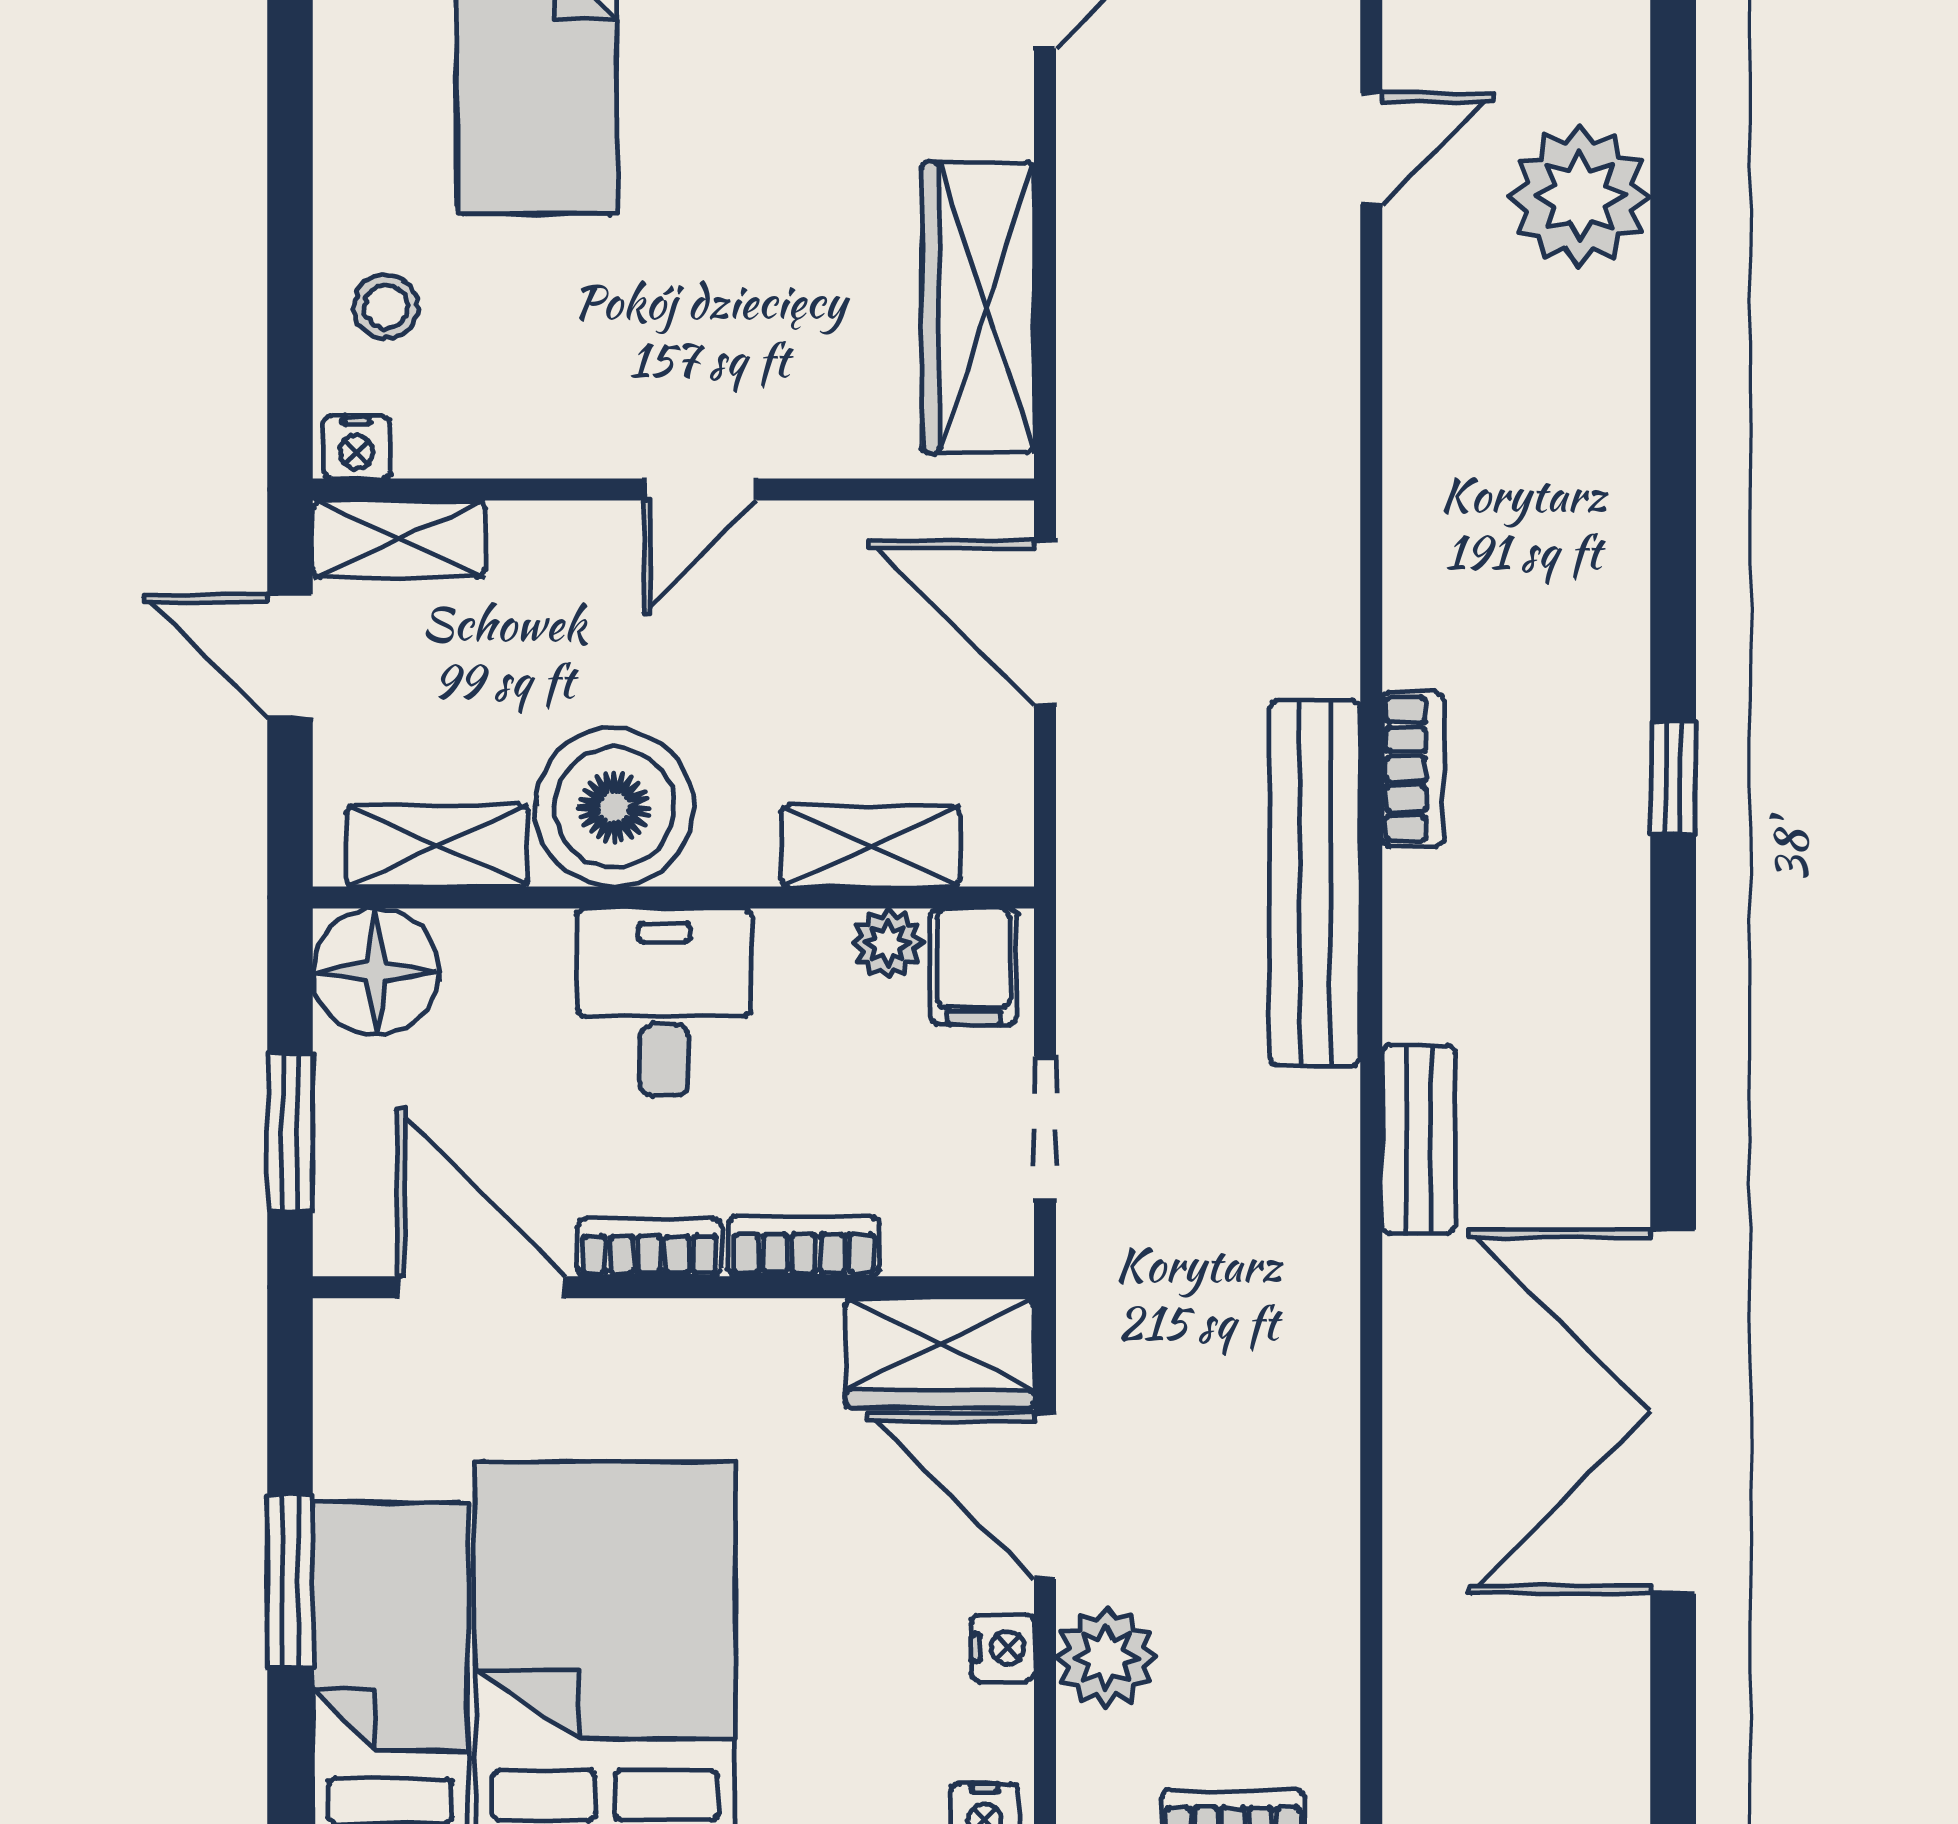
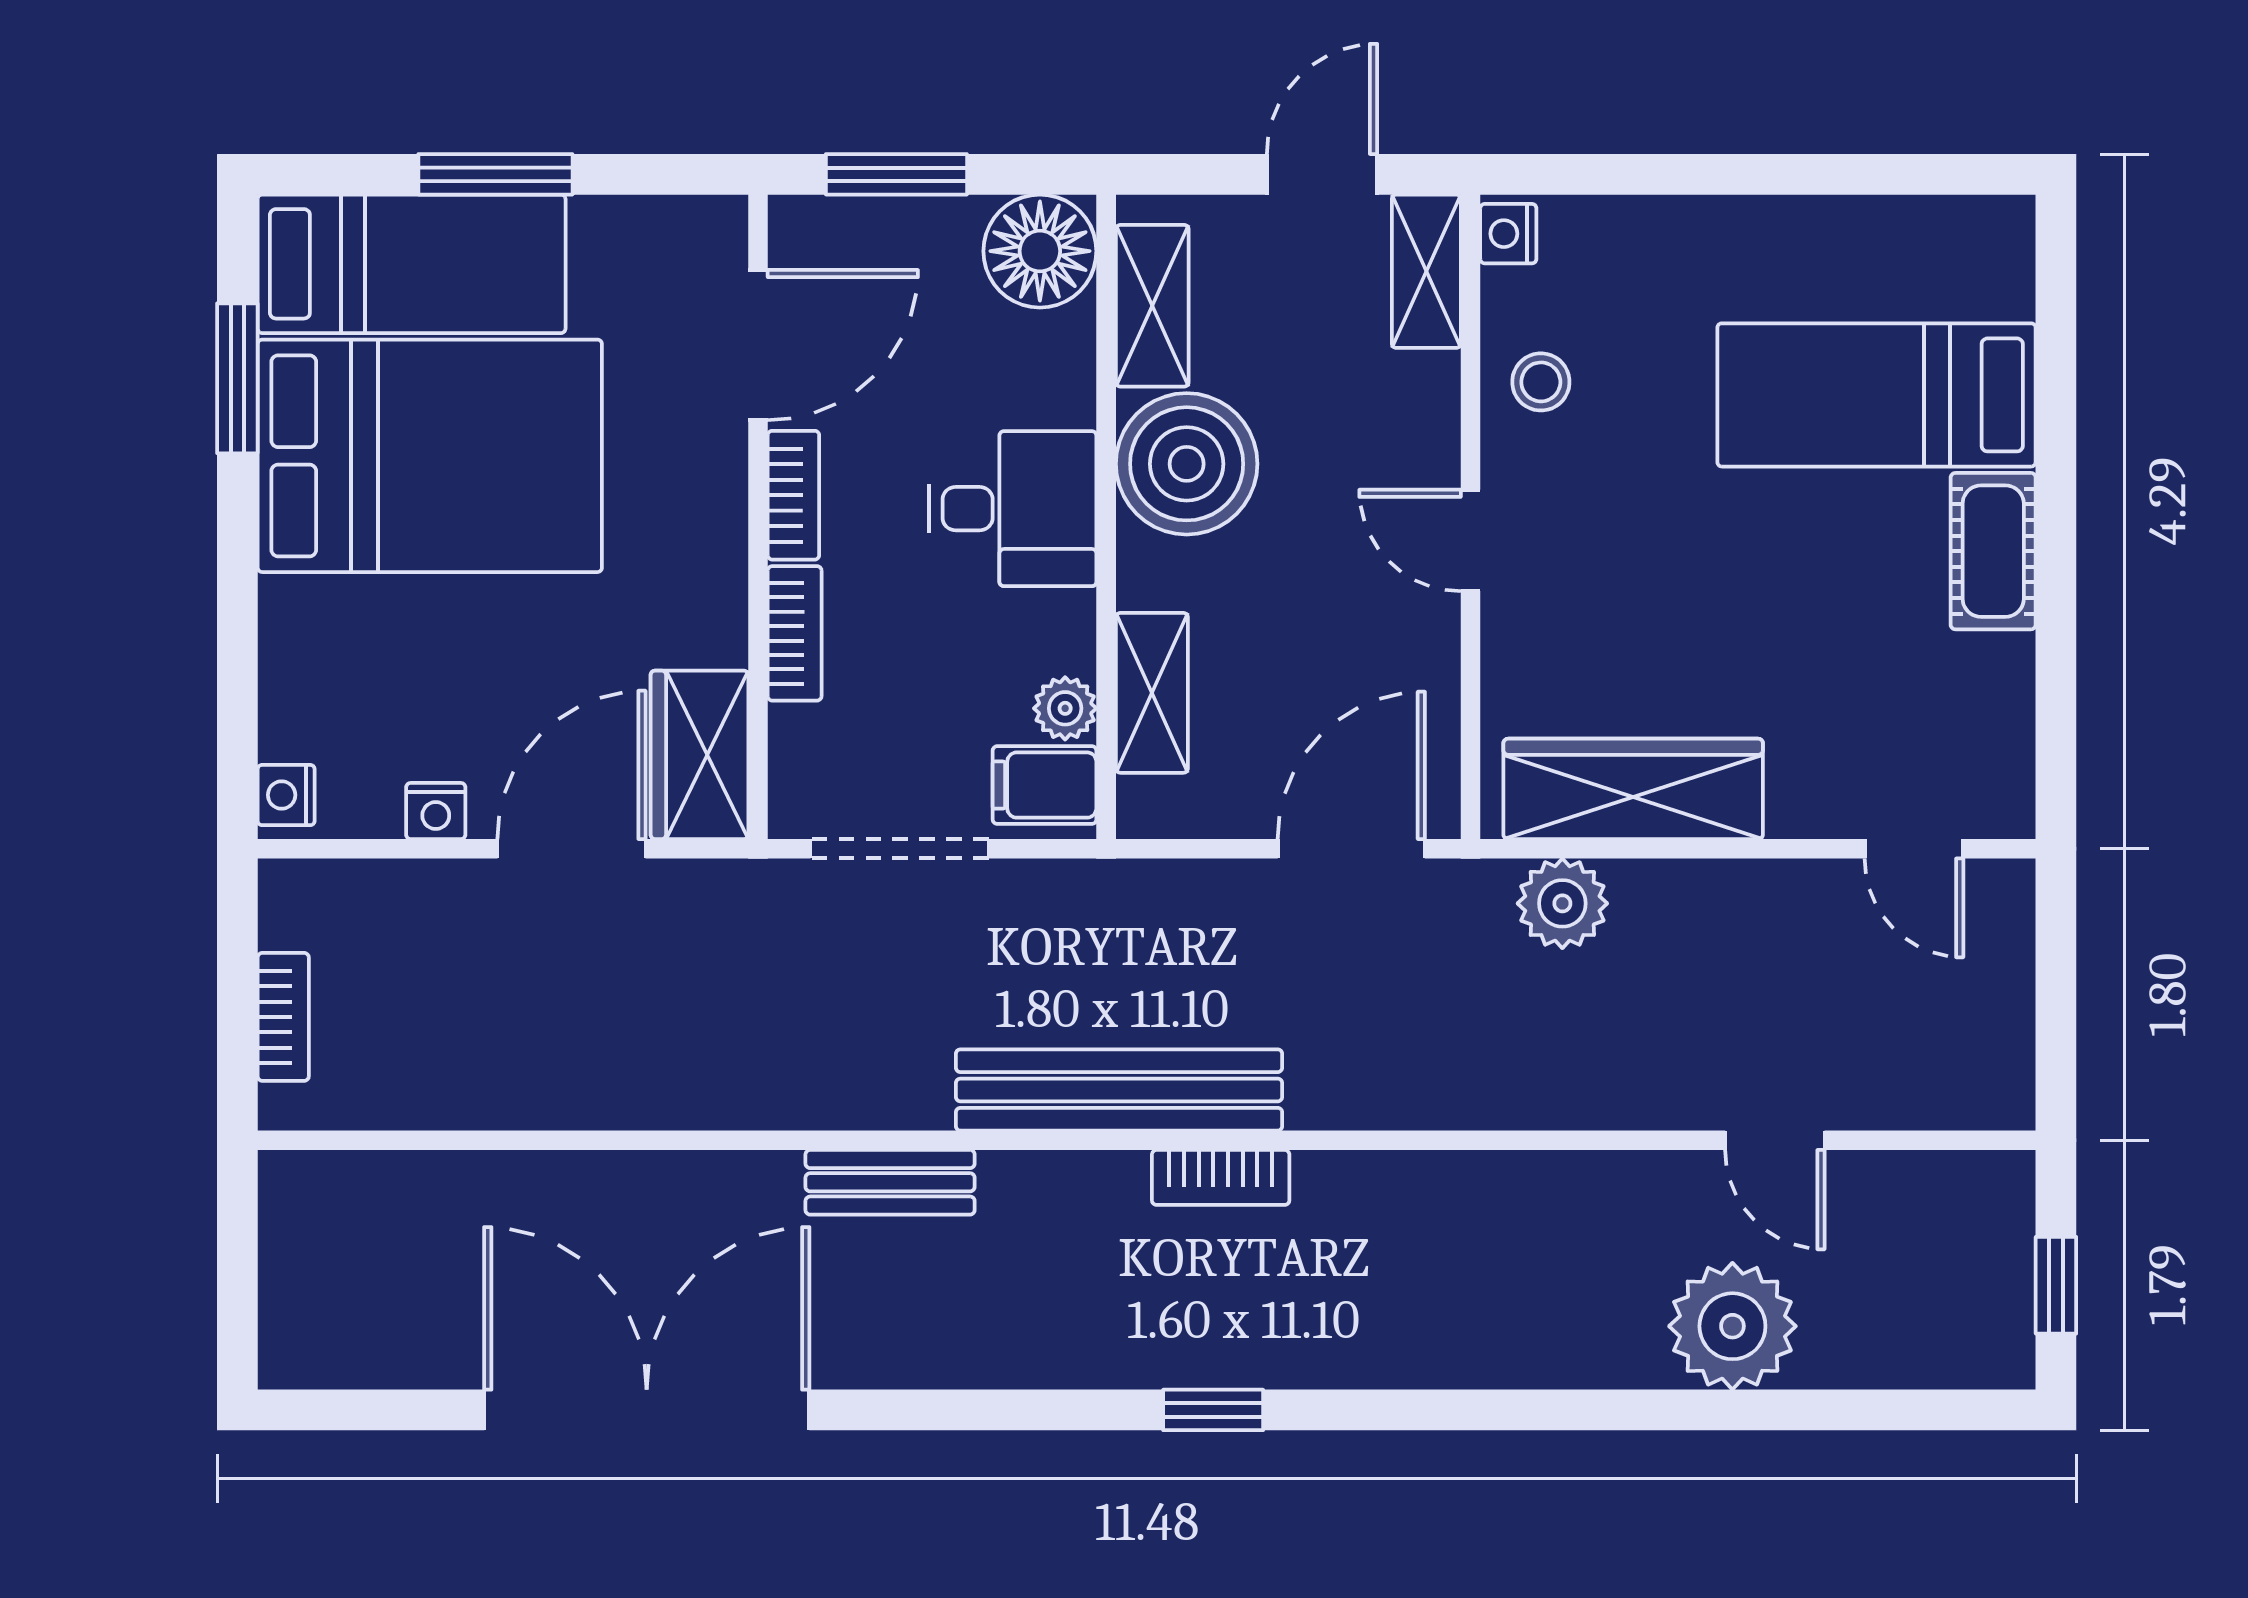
stool: (386, 307) -> (1541, 382), moved
doorway: (1045, 1129) -> (899, 849), width x1.38
plant: (1106, 1657) -> (1562, 903), moved

